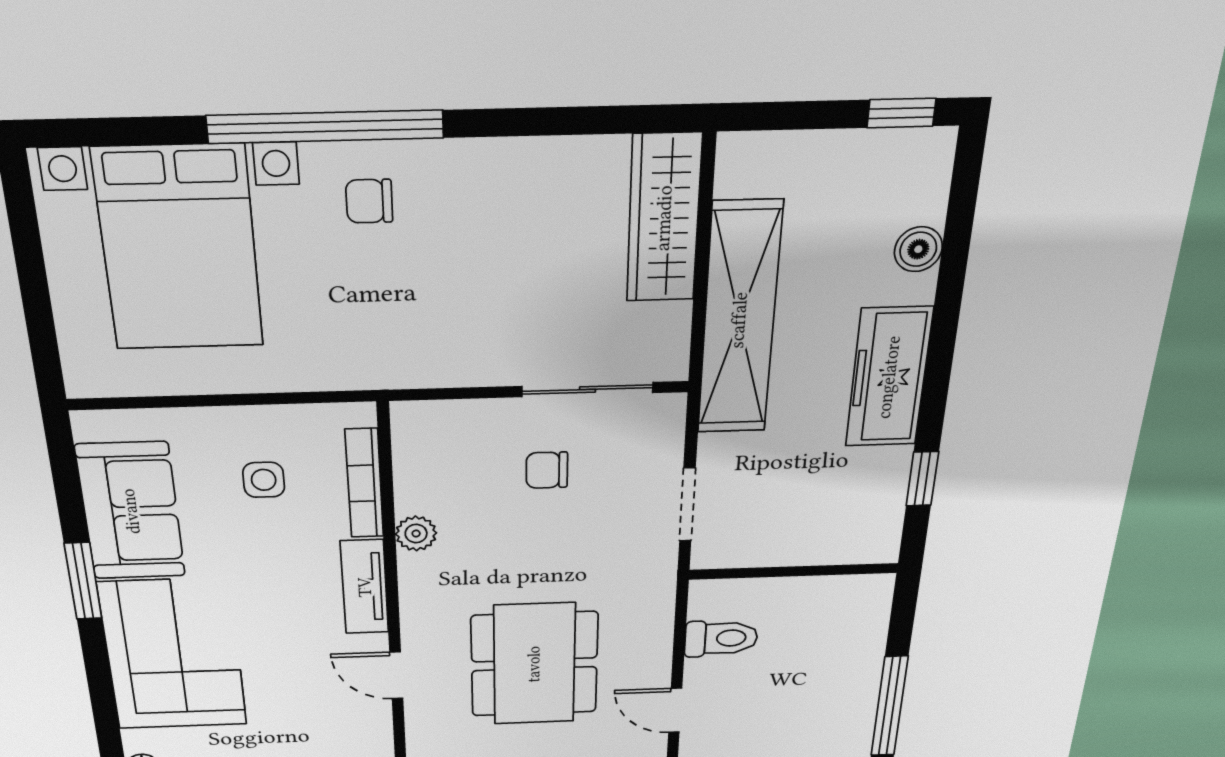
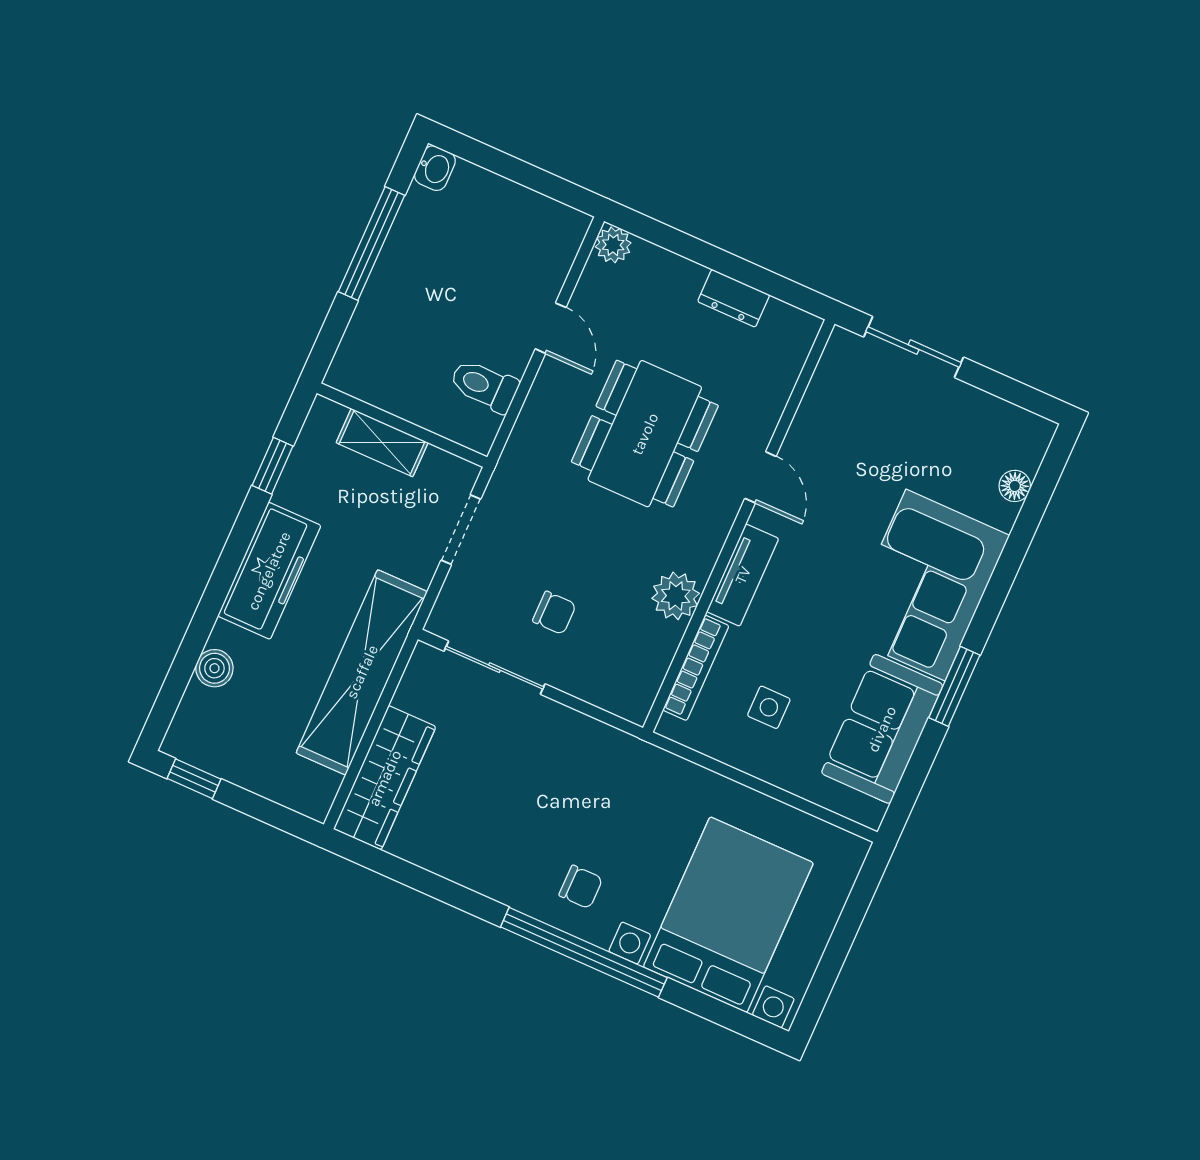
plant: (416, 534) -> (676, 596), width x1.38, depth x1.38
shelving: (809, 548) -> (382, 443), added

